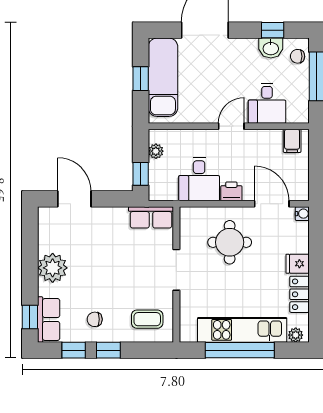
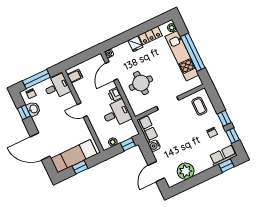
desk: (267, 103) -> (57, 87), moved
water cooler: (118, 216) -> (154, 146), added
plant: (53, 268) -> (186, 171), moved

